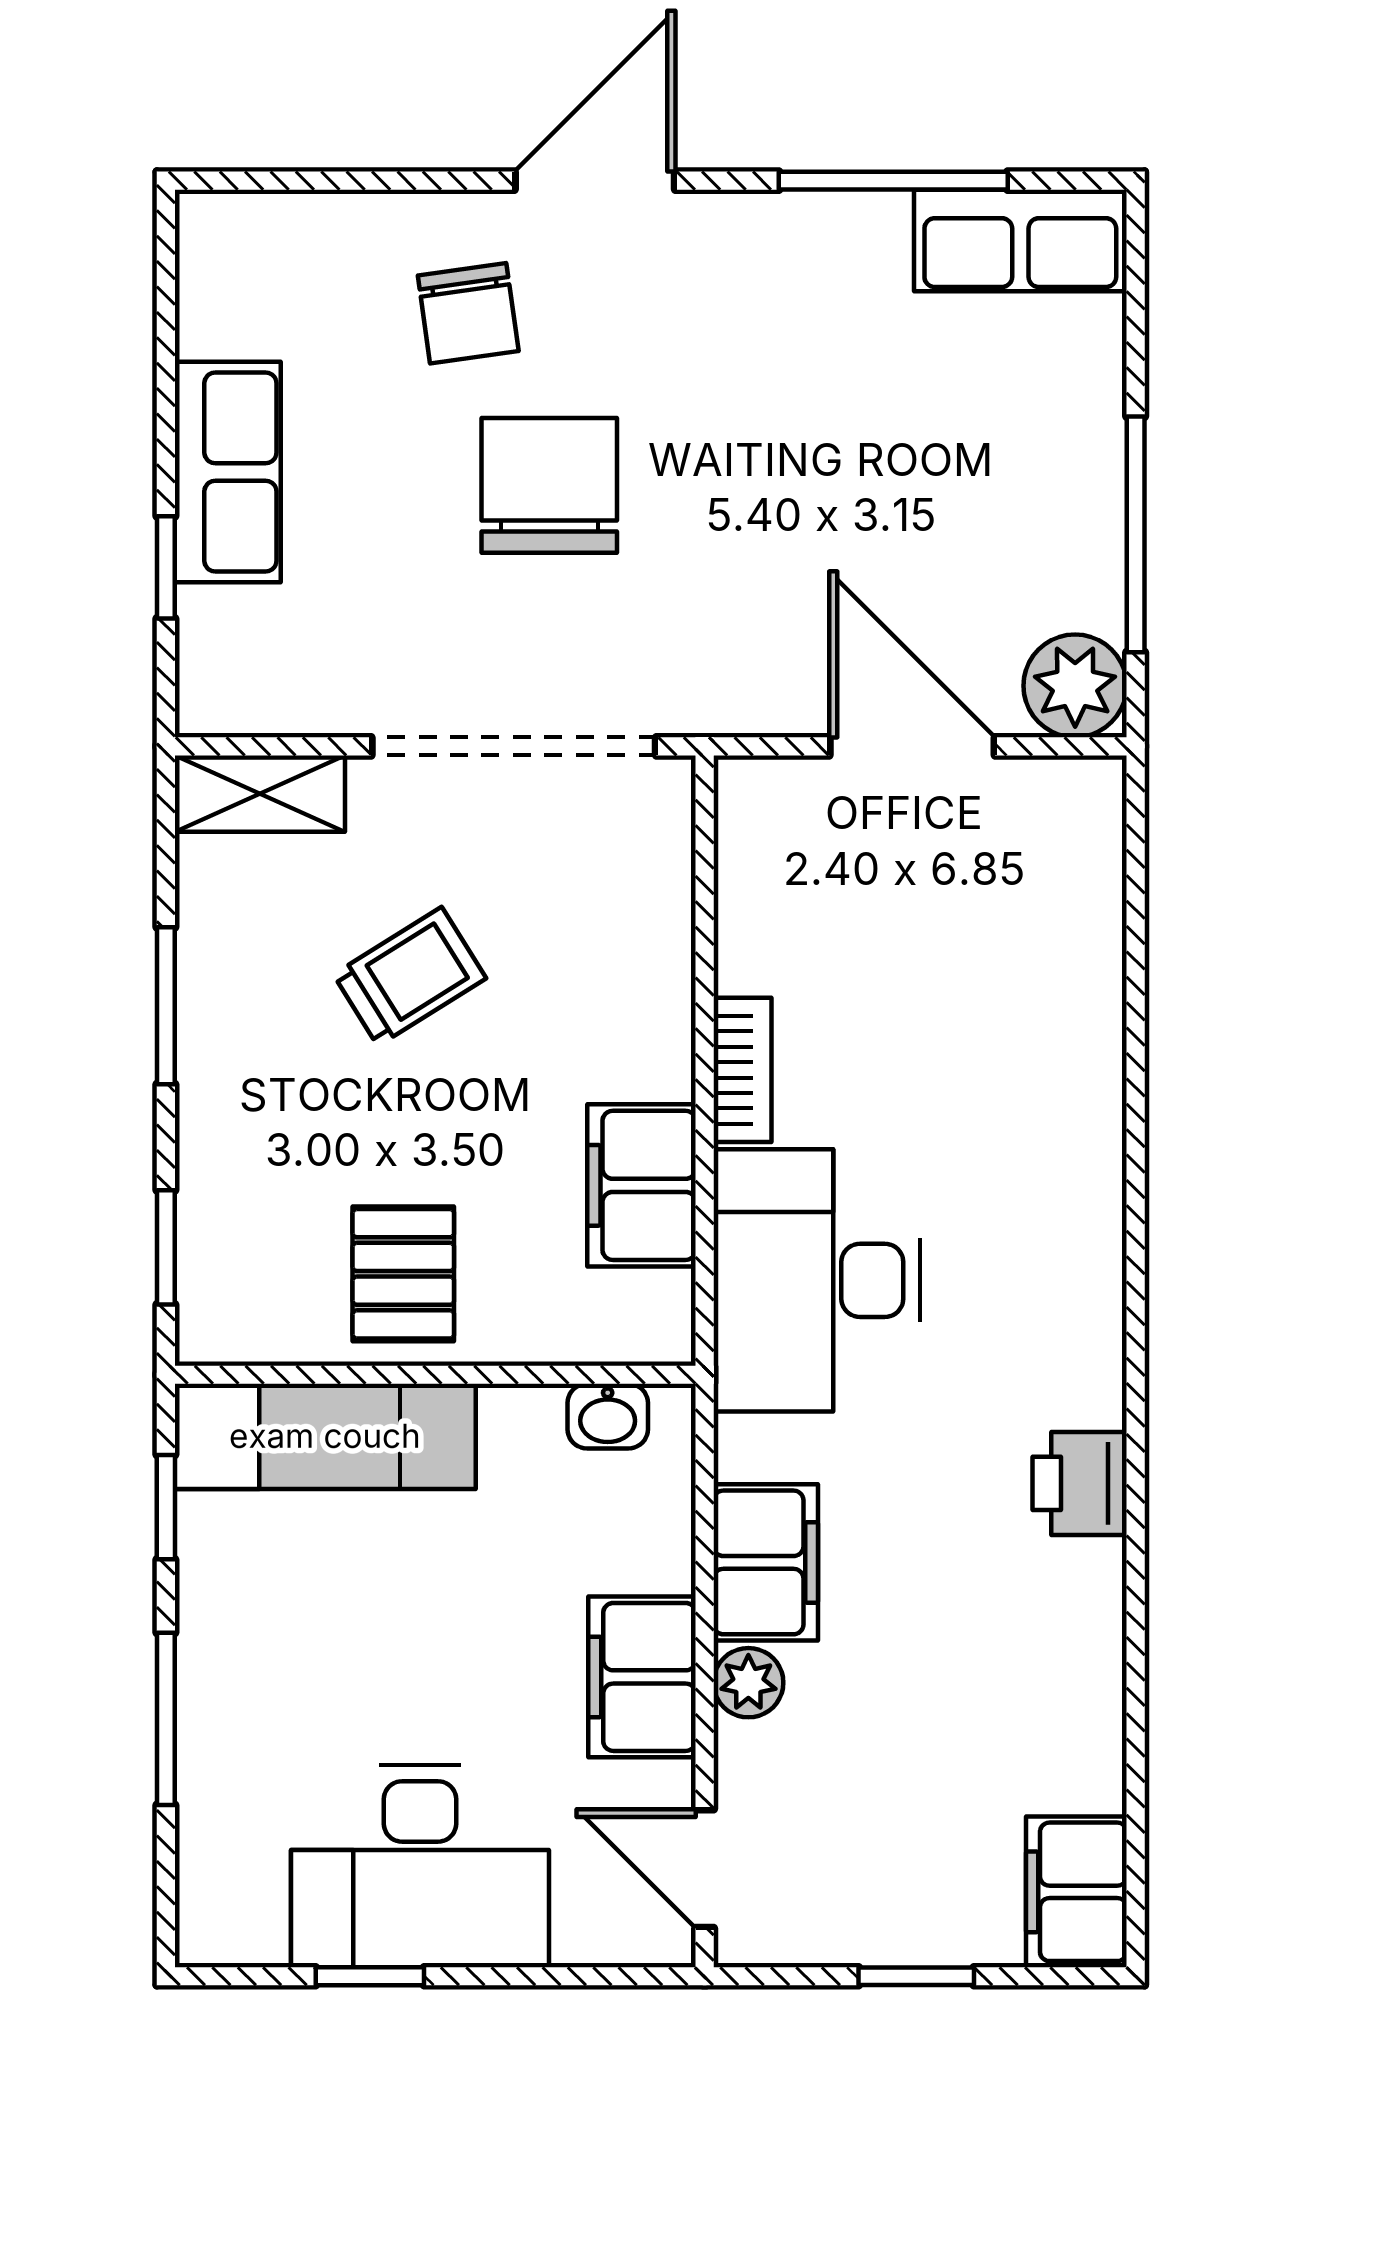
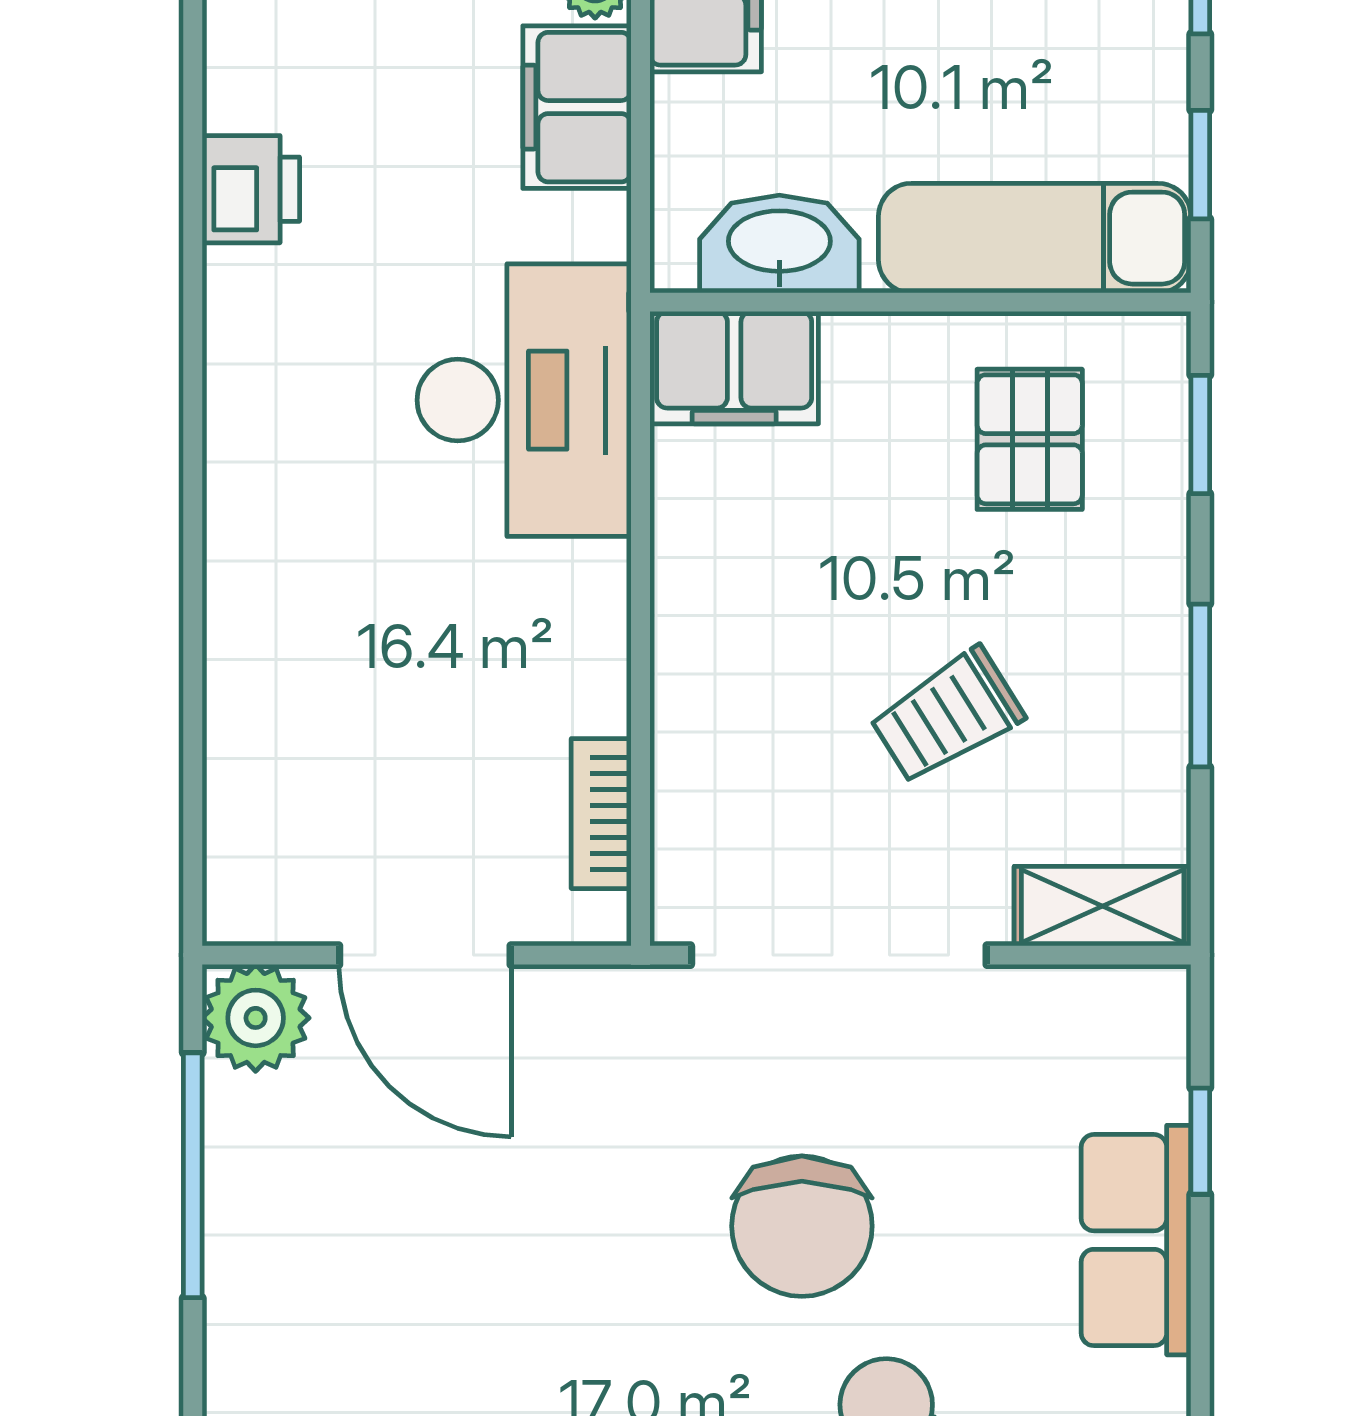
bookcase: (742, 1070) -> (601, 814), moved
filing cabinet: (642, 1185) -> (734, 368), moved, turned 90
pallet: (403, 1274) -> (1030, 439), moved
washbasin: (608, 1416) -> (779, 244), width x1.91, depth x1.45

